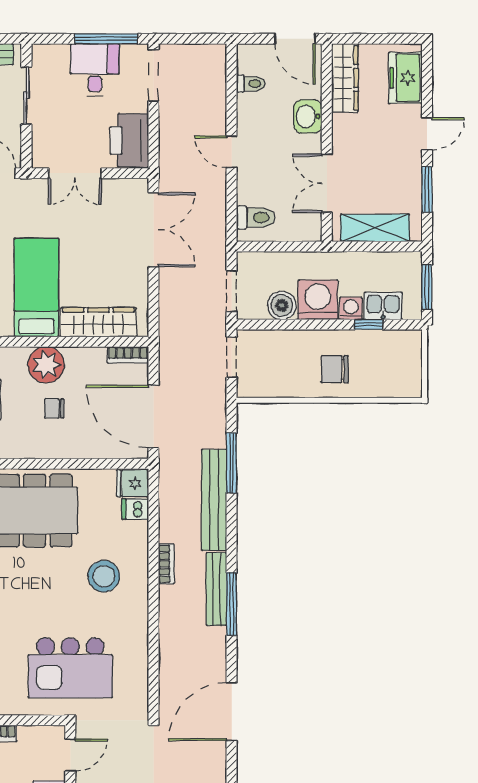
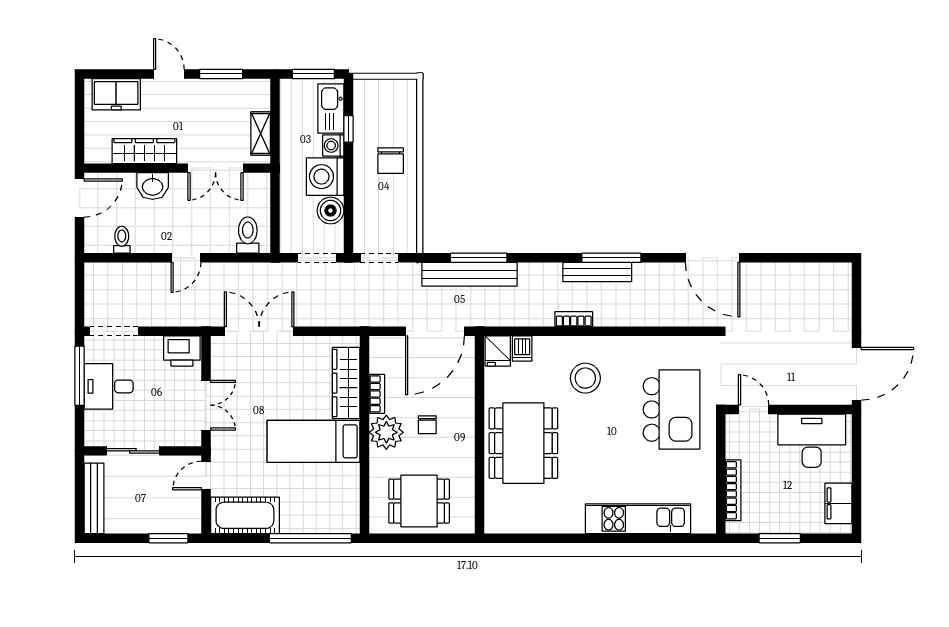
wardrobe: (345, 78) -> (144, 151), moved
printer: (129, 140) -> (182, 351), width x0.73, depth x0.84
shelving: (375, 228) -> (261, 134), width x0.67, depth x0.75
kitchen sink: (383, 306) -> (331, 109), width x1.38
bookcase: (128, 355) -> (377, 394), moved
bench: (214, 500) -> (469, 274), moved

